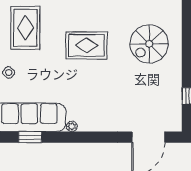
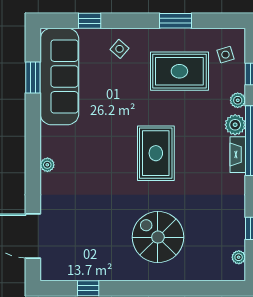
plant: (72, 126) -> (47, 165), moved

